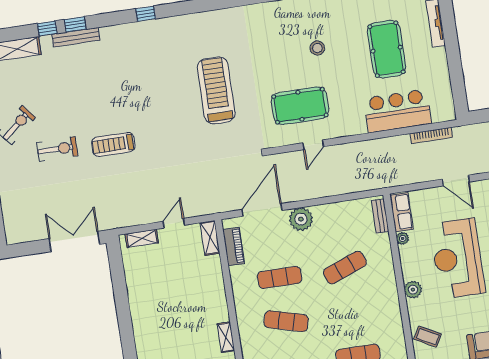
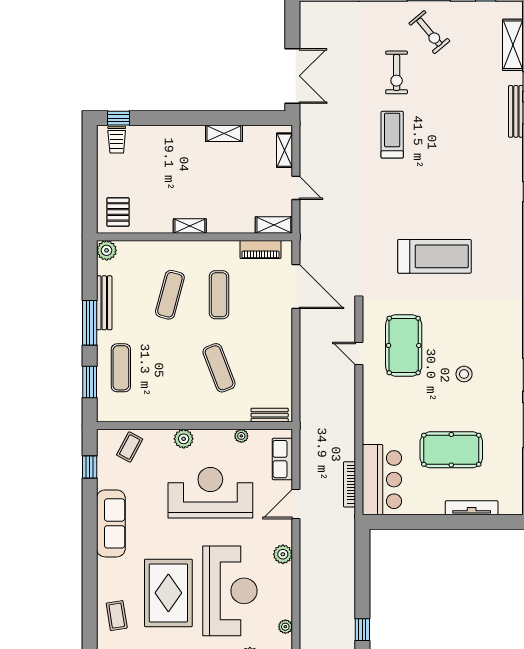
bar counter: (398, 111) -> (382, 480), moved
row of seats: (402, 212) -> (282, 459), moved, turned 90
plant: (301, 219) -> (279, 328), removed
shelving: (135, 295) -> (224, 133), added
shelving: (226, 337) -> (190, 226), moved

